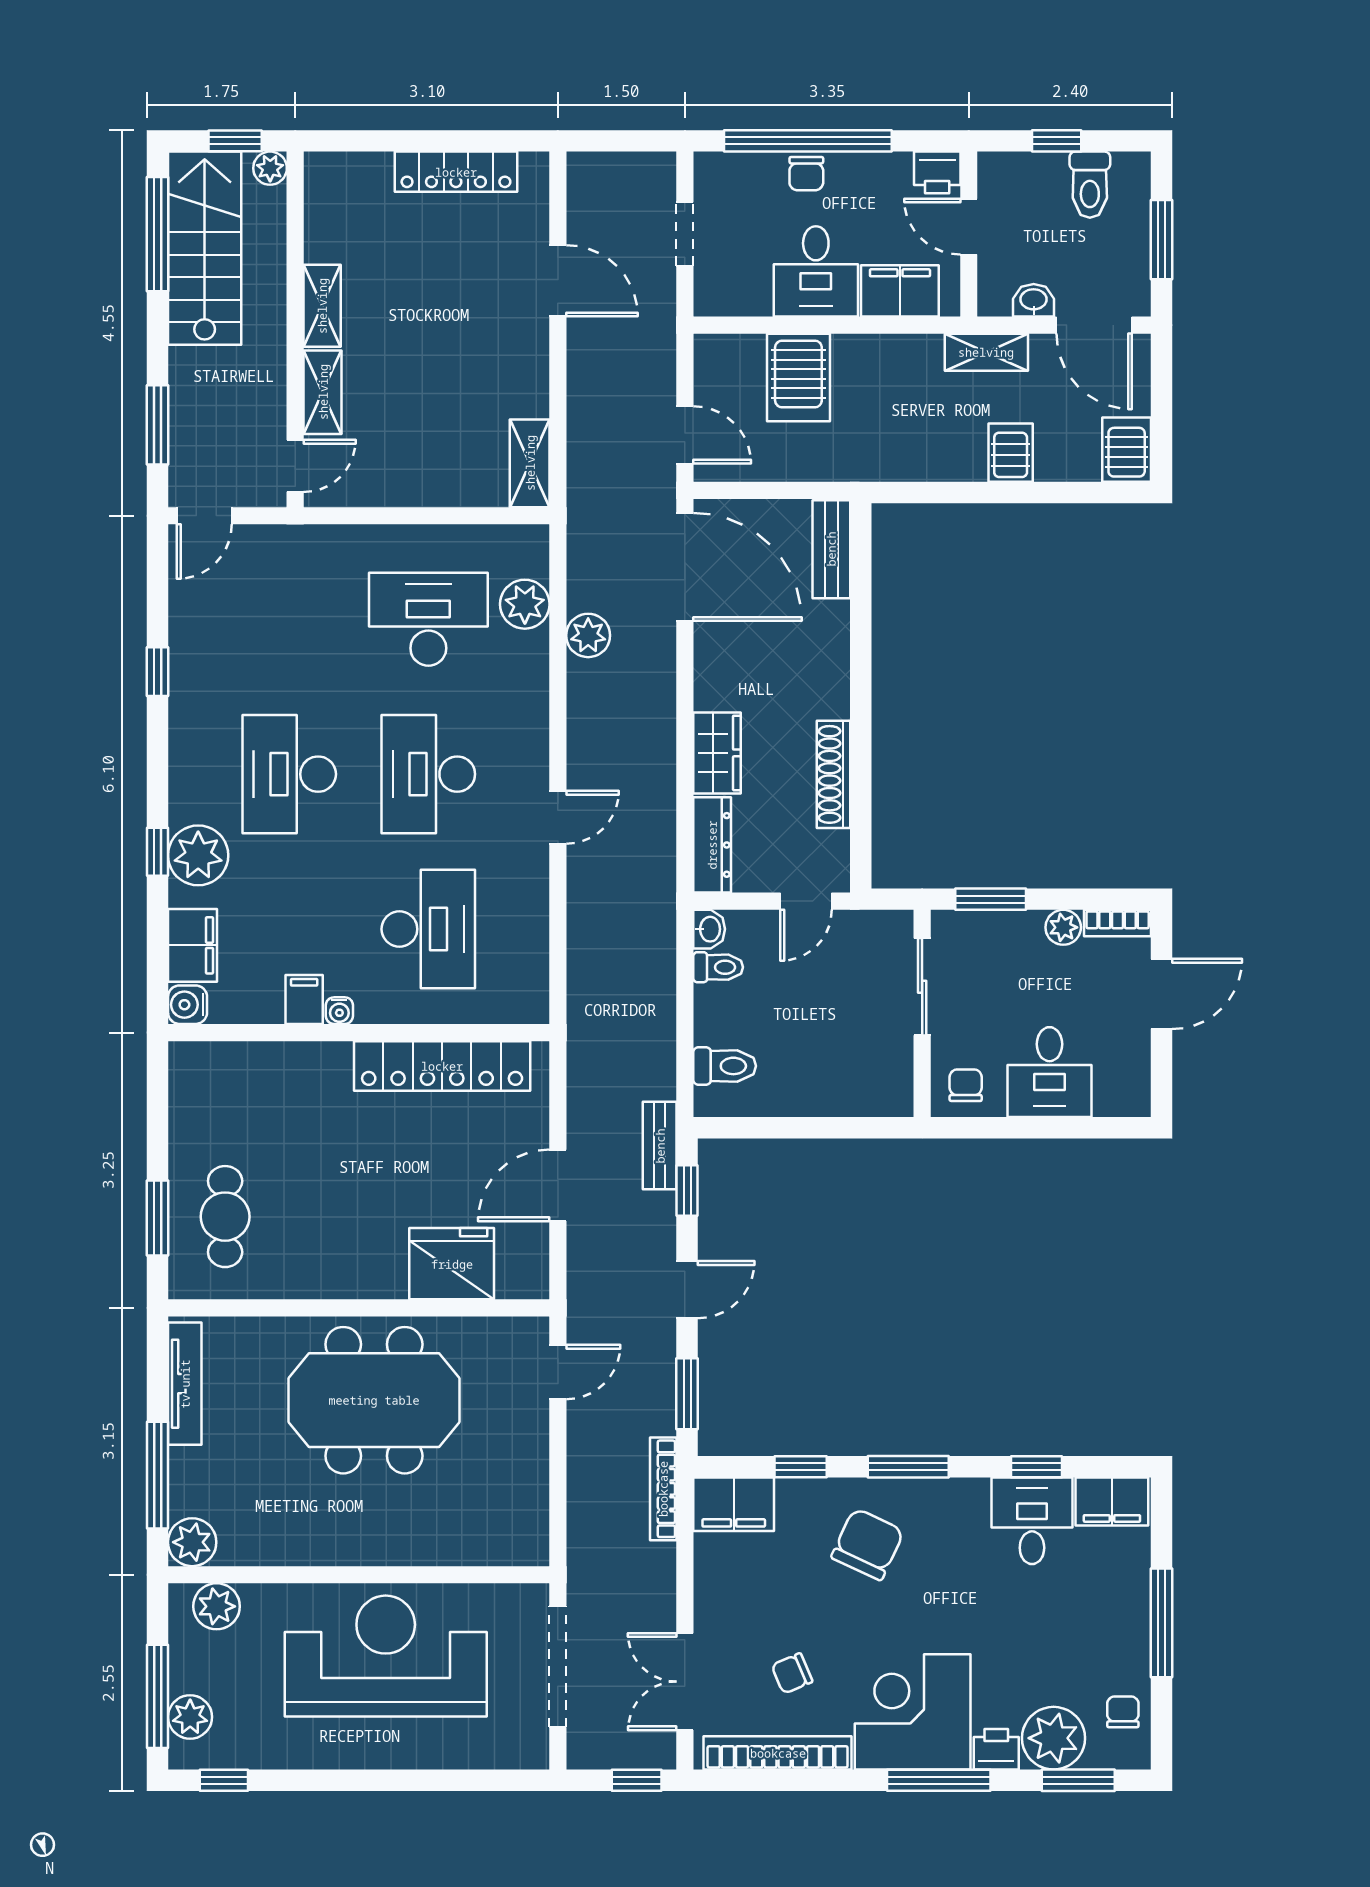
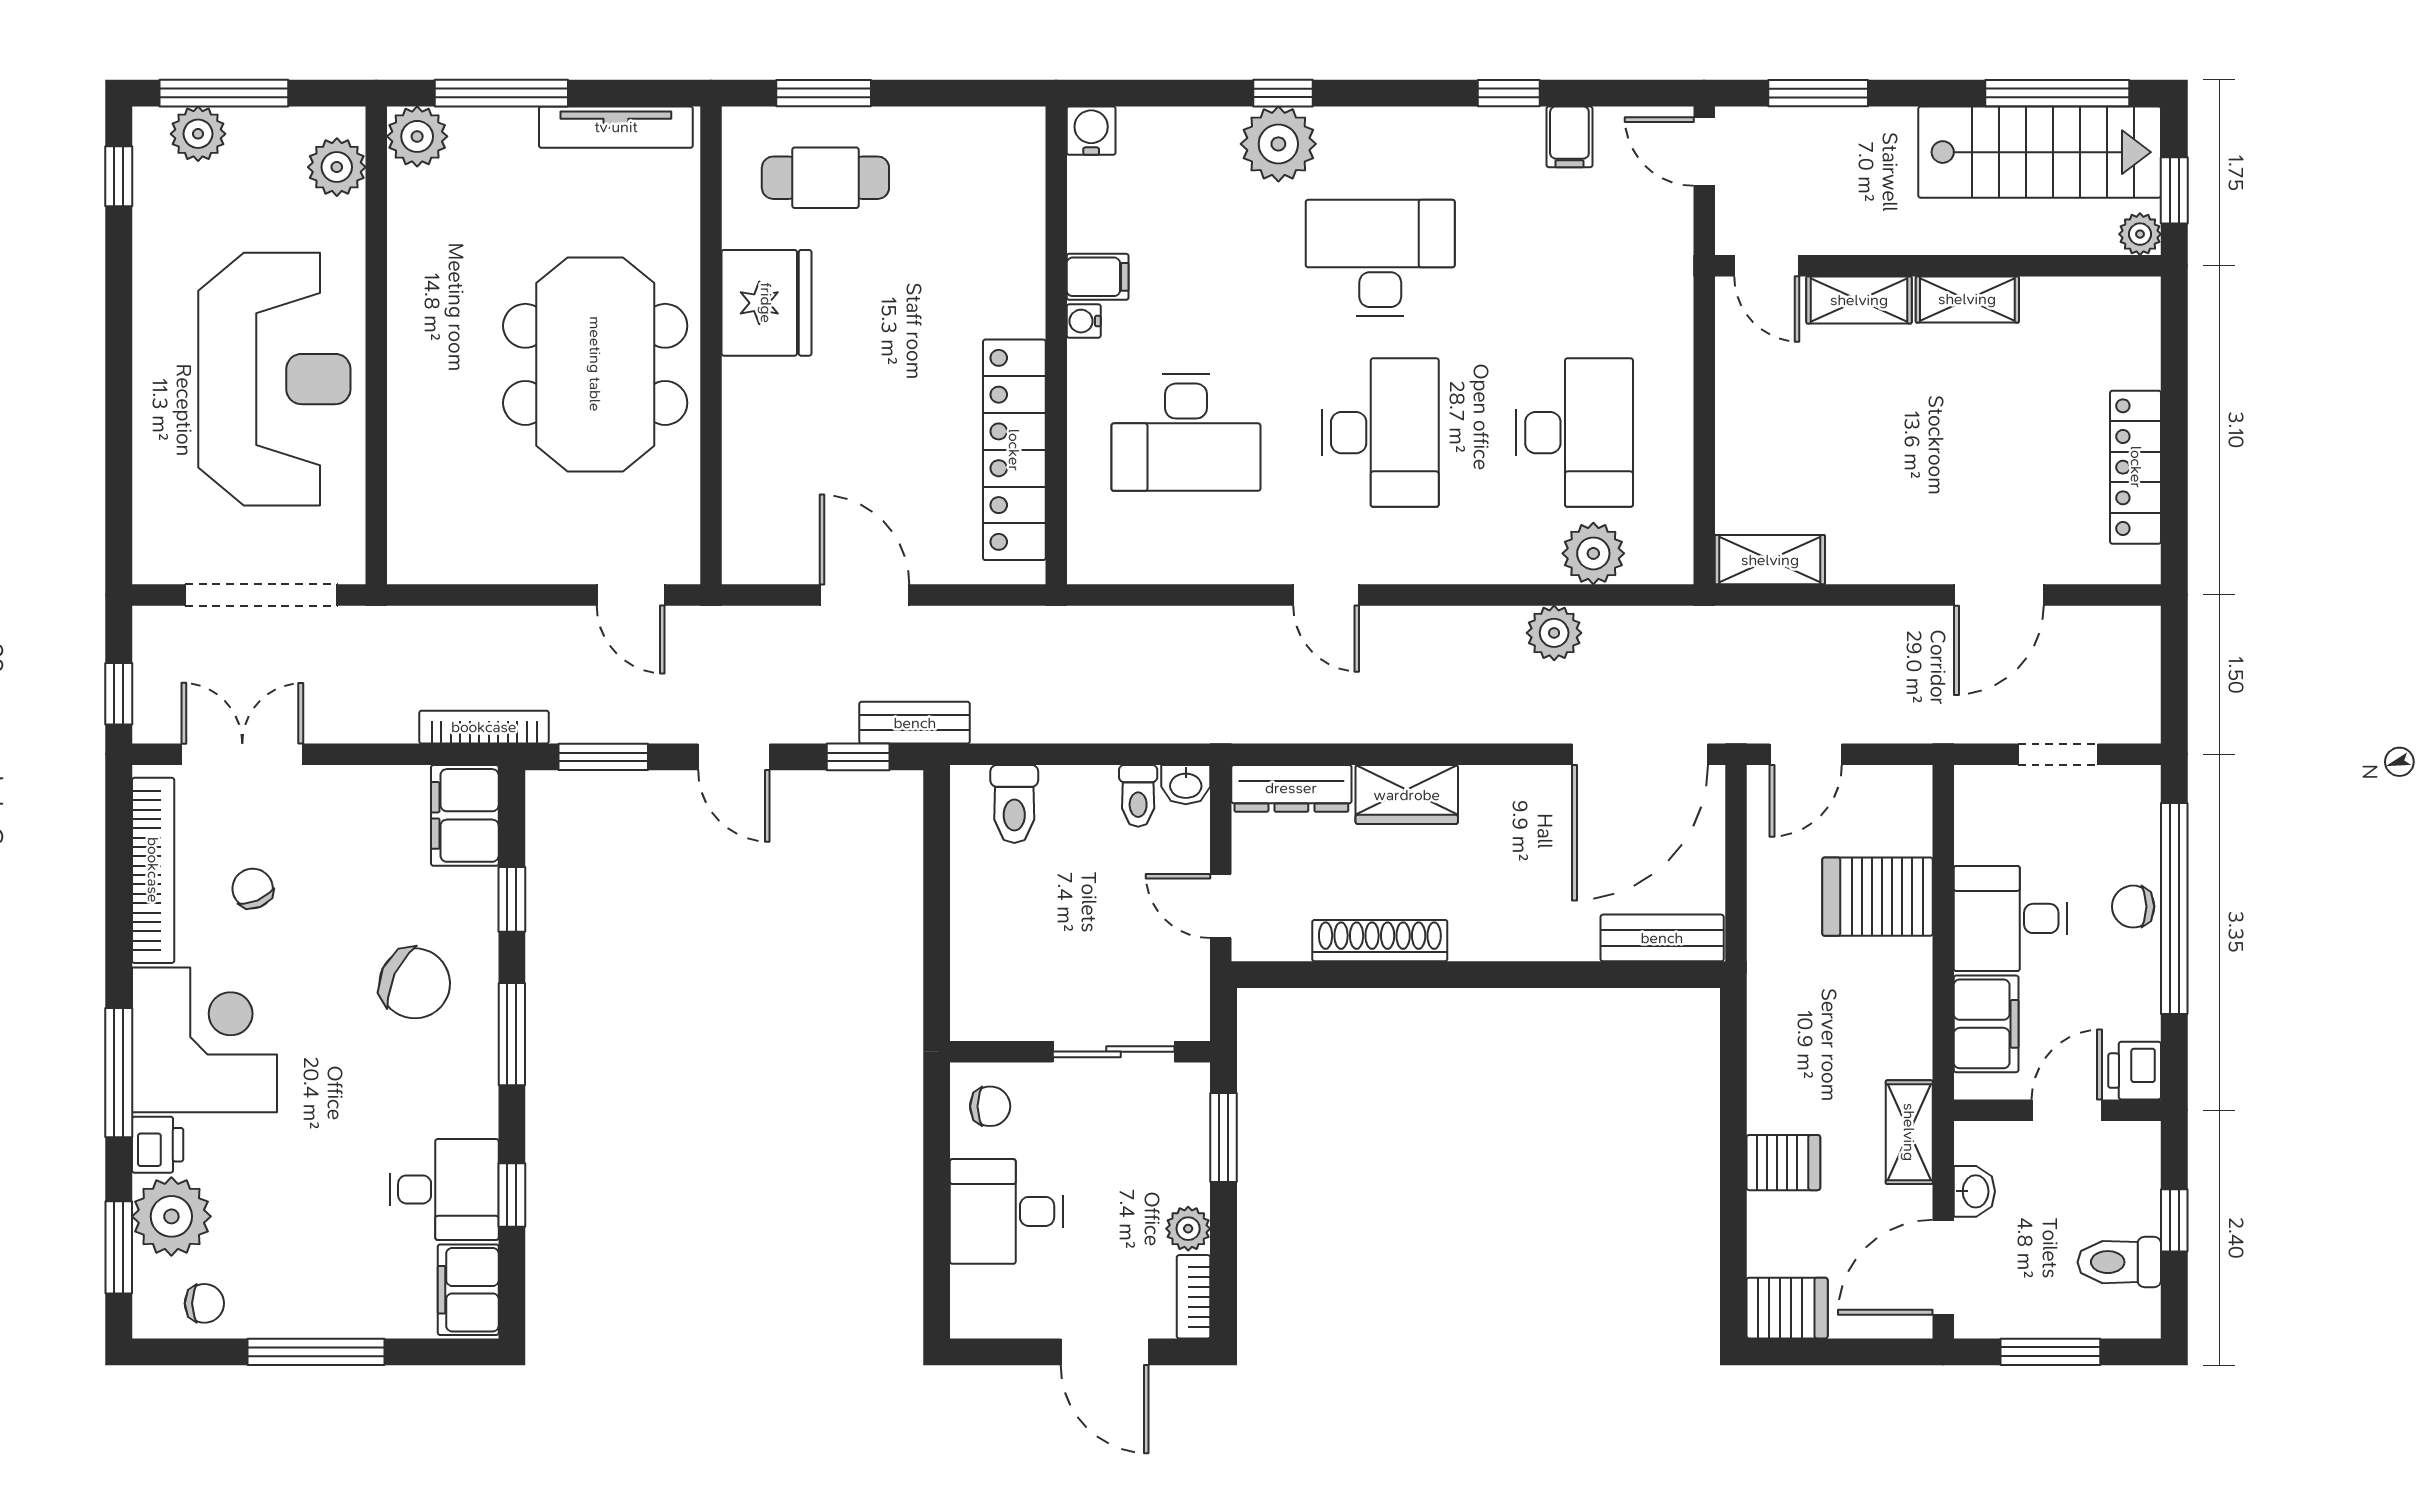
desk: (428, 774) -> (1380, 433), turned 90
filing cabinet: (192, 945) -> (1569, 137), moved, width x0.50
fridge: (452, 1264) -> (766, 303), moved

